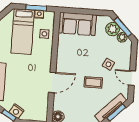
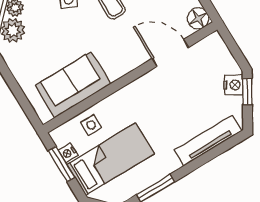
sofa: (77, 24) -> (73, 85), moved, turned -90
door: (52, 82) -> (170, 53), moved

